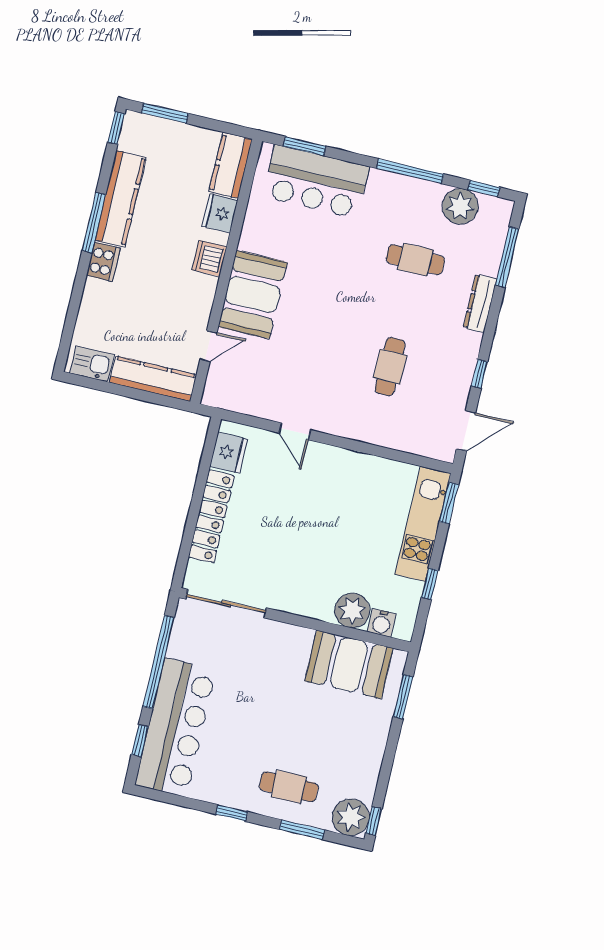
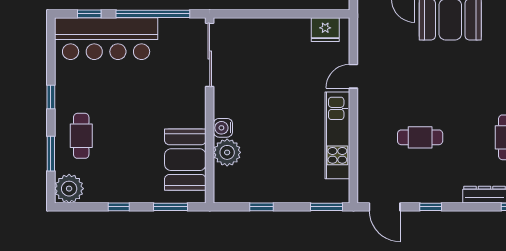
locker: (211, 516) -> (274, 28), removed
kitchen unit: (423, 524) -> (337, 135), moved, turned -90
water cooler: (382, 623) -> (223, 128), moved
window: (374, 821) -> (119, 207), moved

